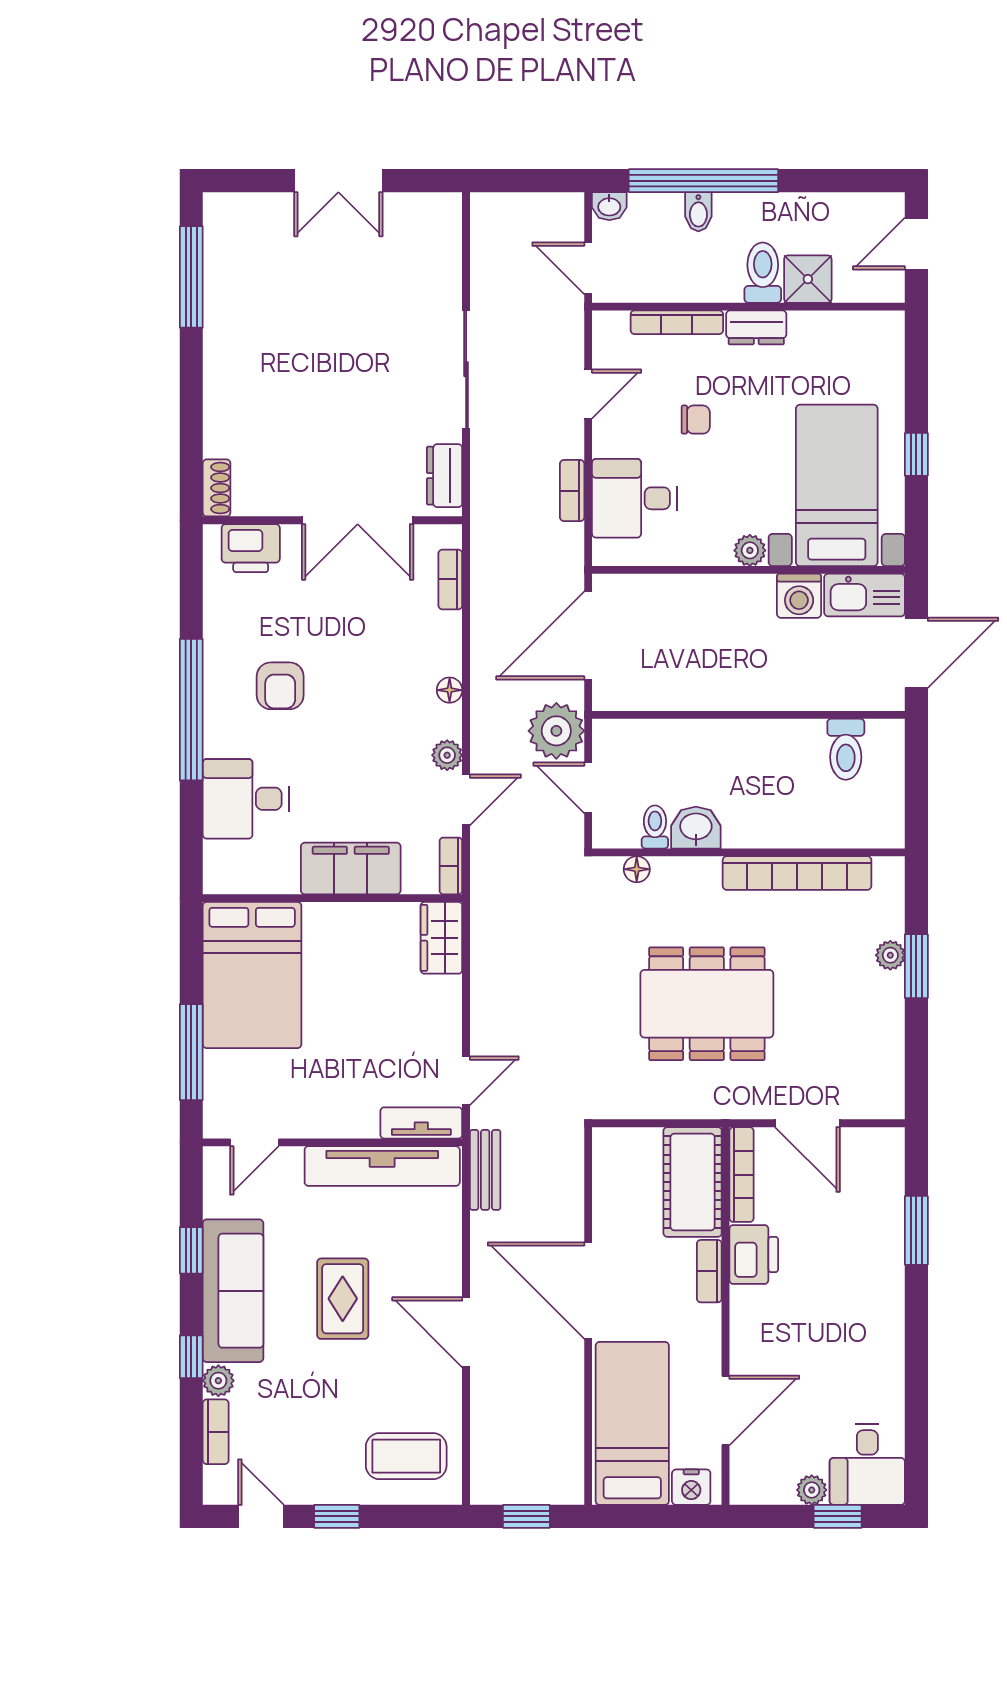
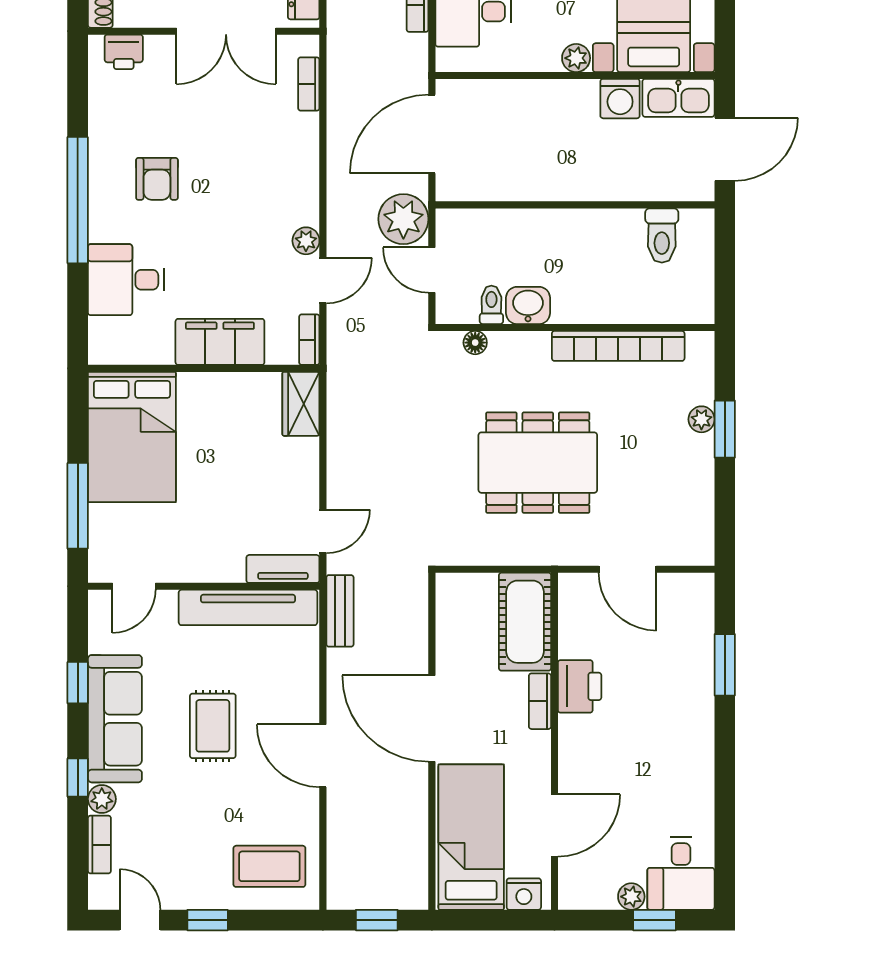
printer: (251, 548) -> (124, 52), width x0.73, depth x0.81
floor lamp: (450, 690) -> (308, 183), removed
bookcase: (742, 1175) -> (569, 615), removed

